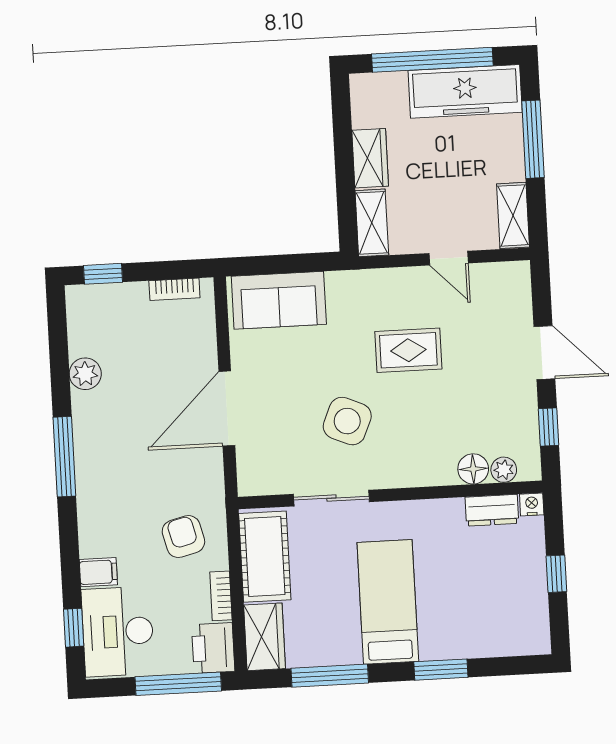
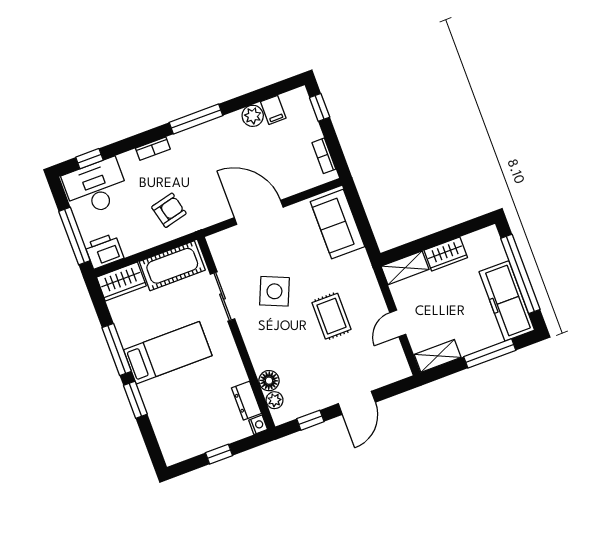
filing cabinet: (98, 572) -> (273, 110), moved
bookcase: (221, 596) -> (153, 149), moved, turned 180
window: (330, 676) -> (117, 349), moved

